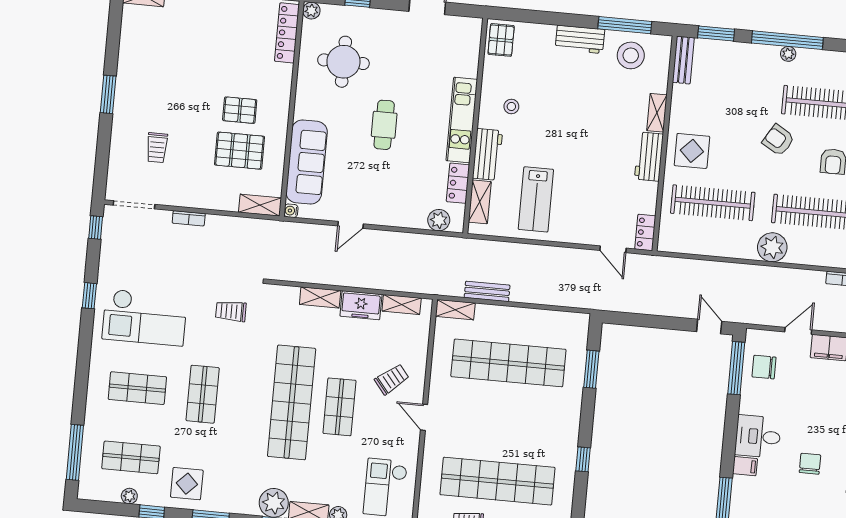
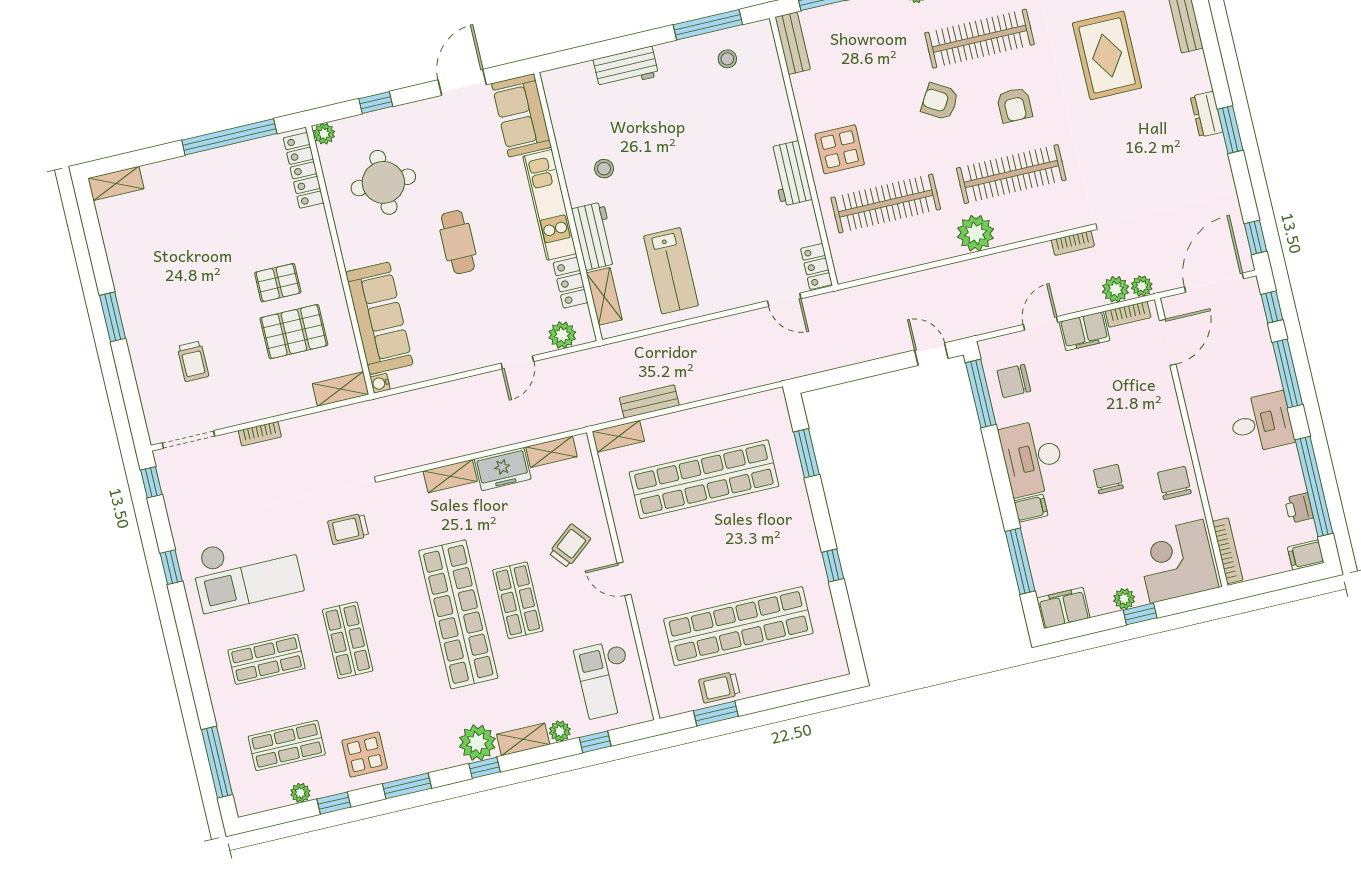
workbench: (580, 39) -> (626, 68), moved
pallet: (501, 40) -> (565, 93), removed
sofa: (463, 46) -> (521, 115), added
stool: (631, 55) -> (727, 59), width x0.53, depth x0.53
shelving: (657, 113) -> (782, 117), removed
door: (351, 225) -> (517, 362), moved
desk: (758, 436) -> (1032, 458), width x1.37

